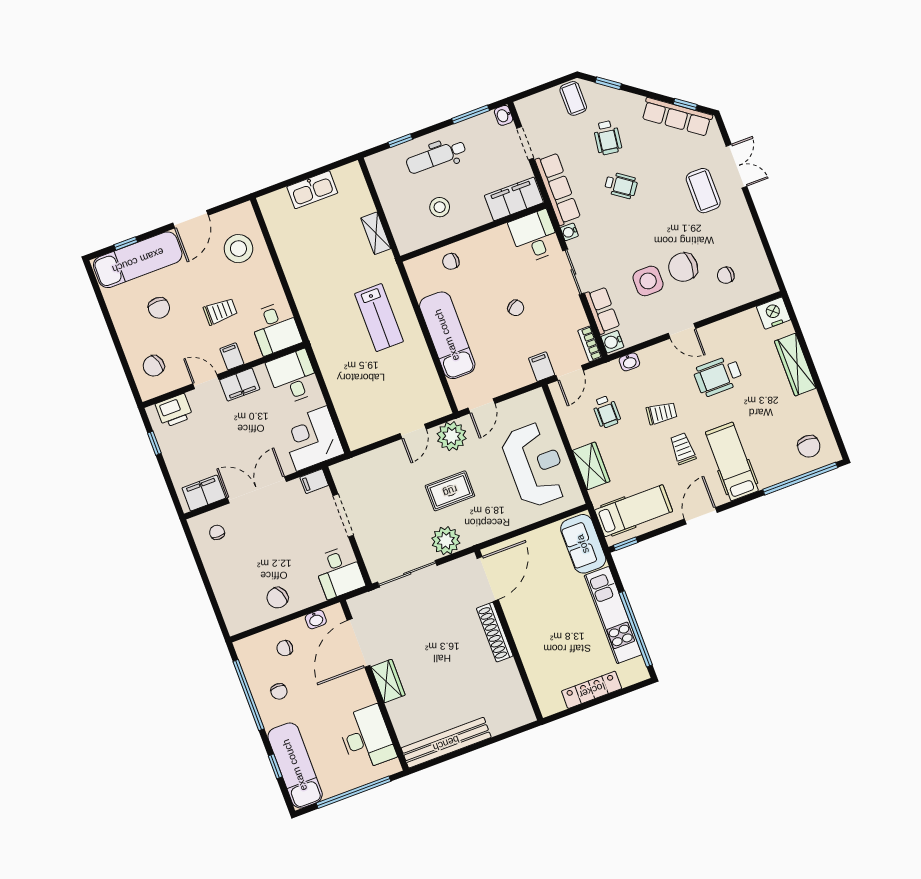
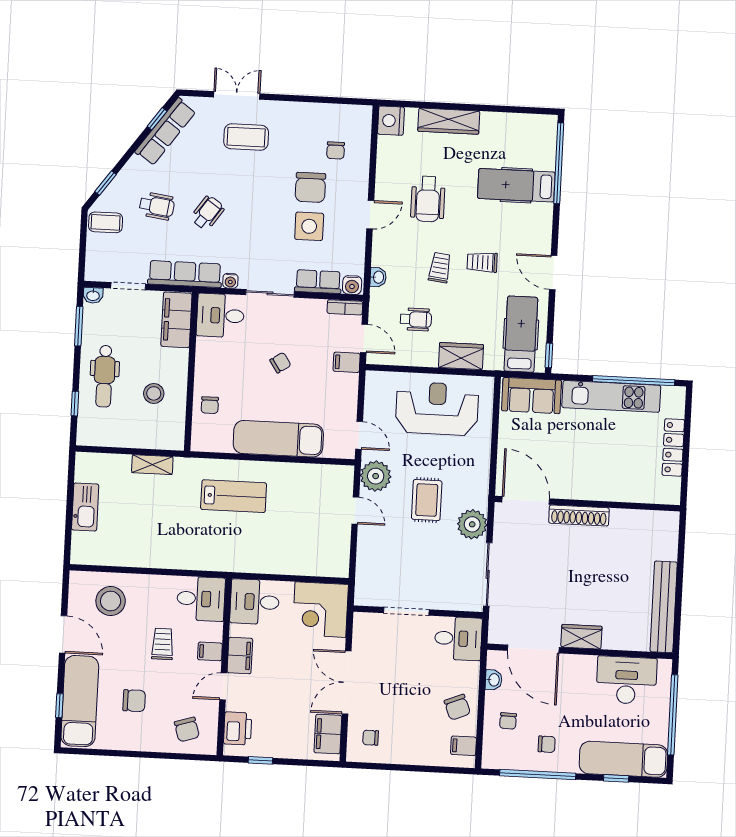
chair: (809, 446) -> (532, 142), removed
hospital bed: (732, 461) -> (516, 185), moved
filing cabinet: (314, 481) -> (463, 746), moved, turned 90

